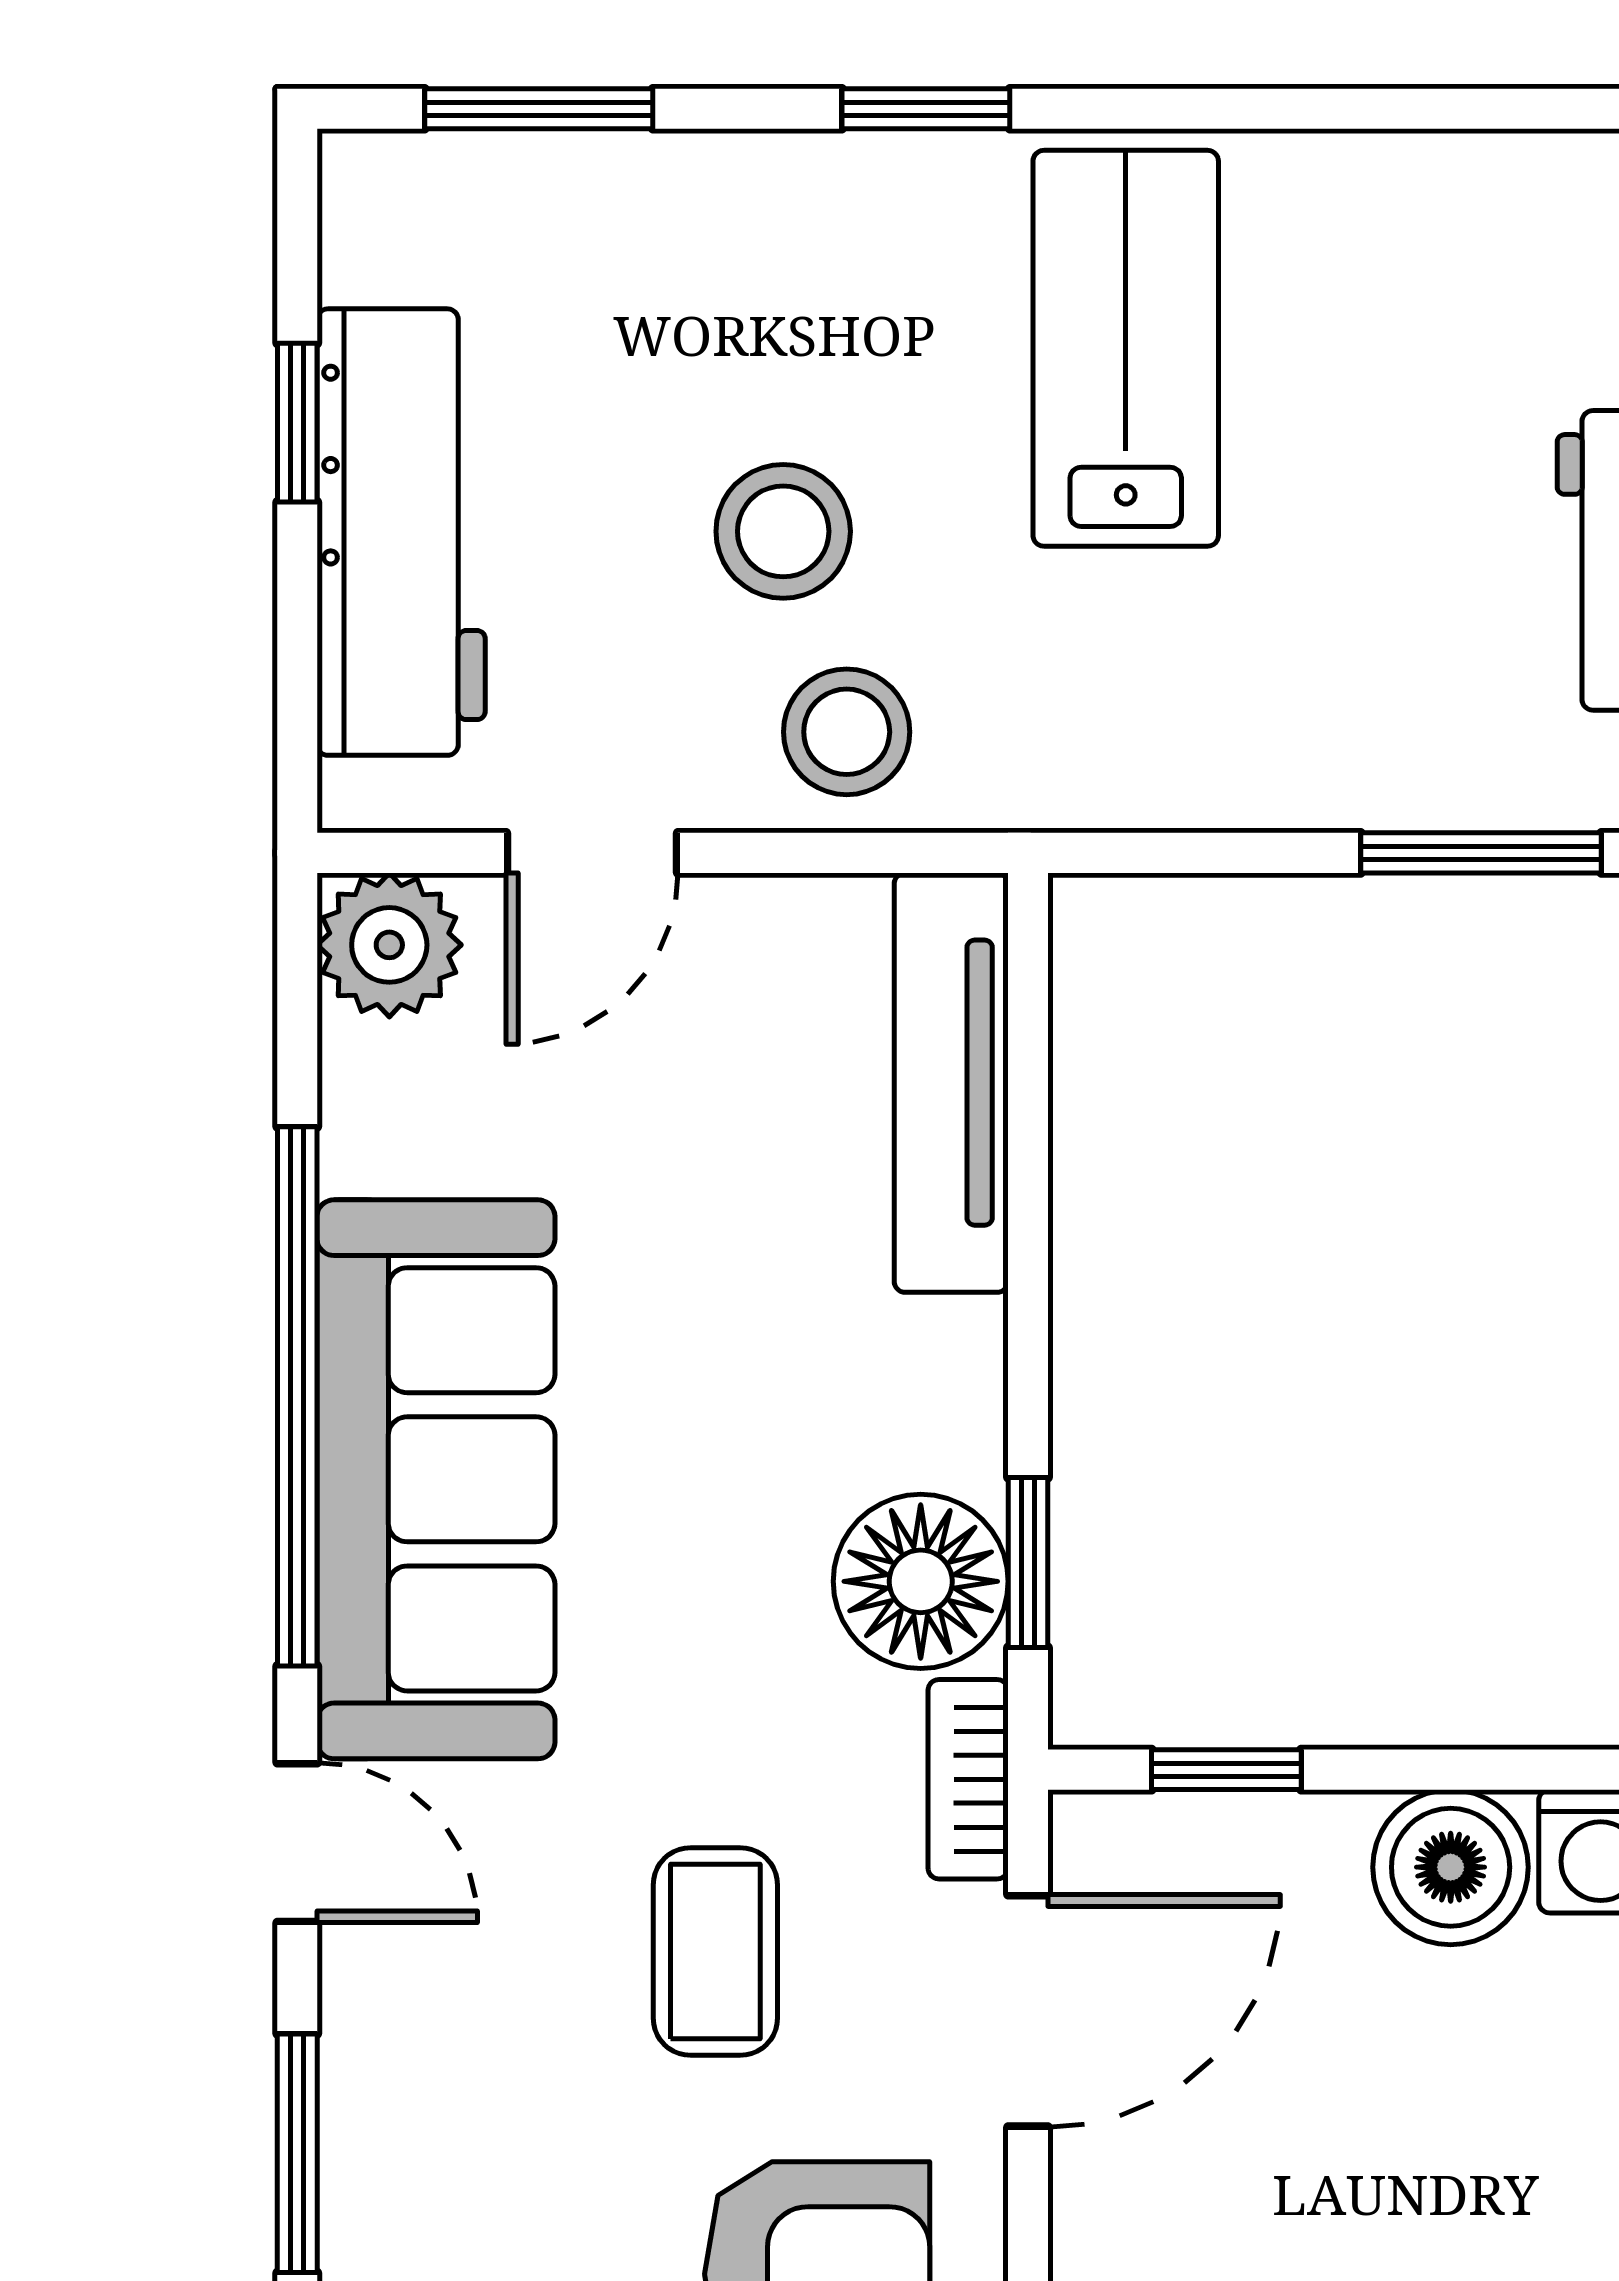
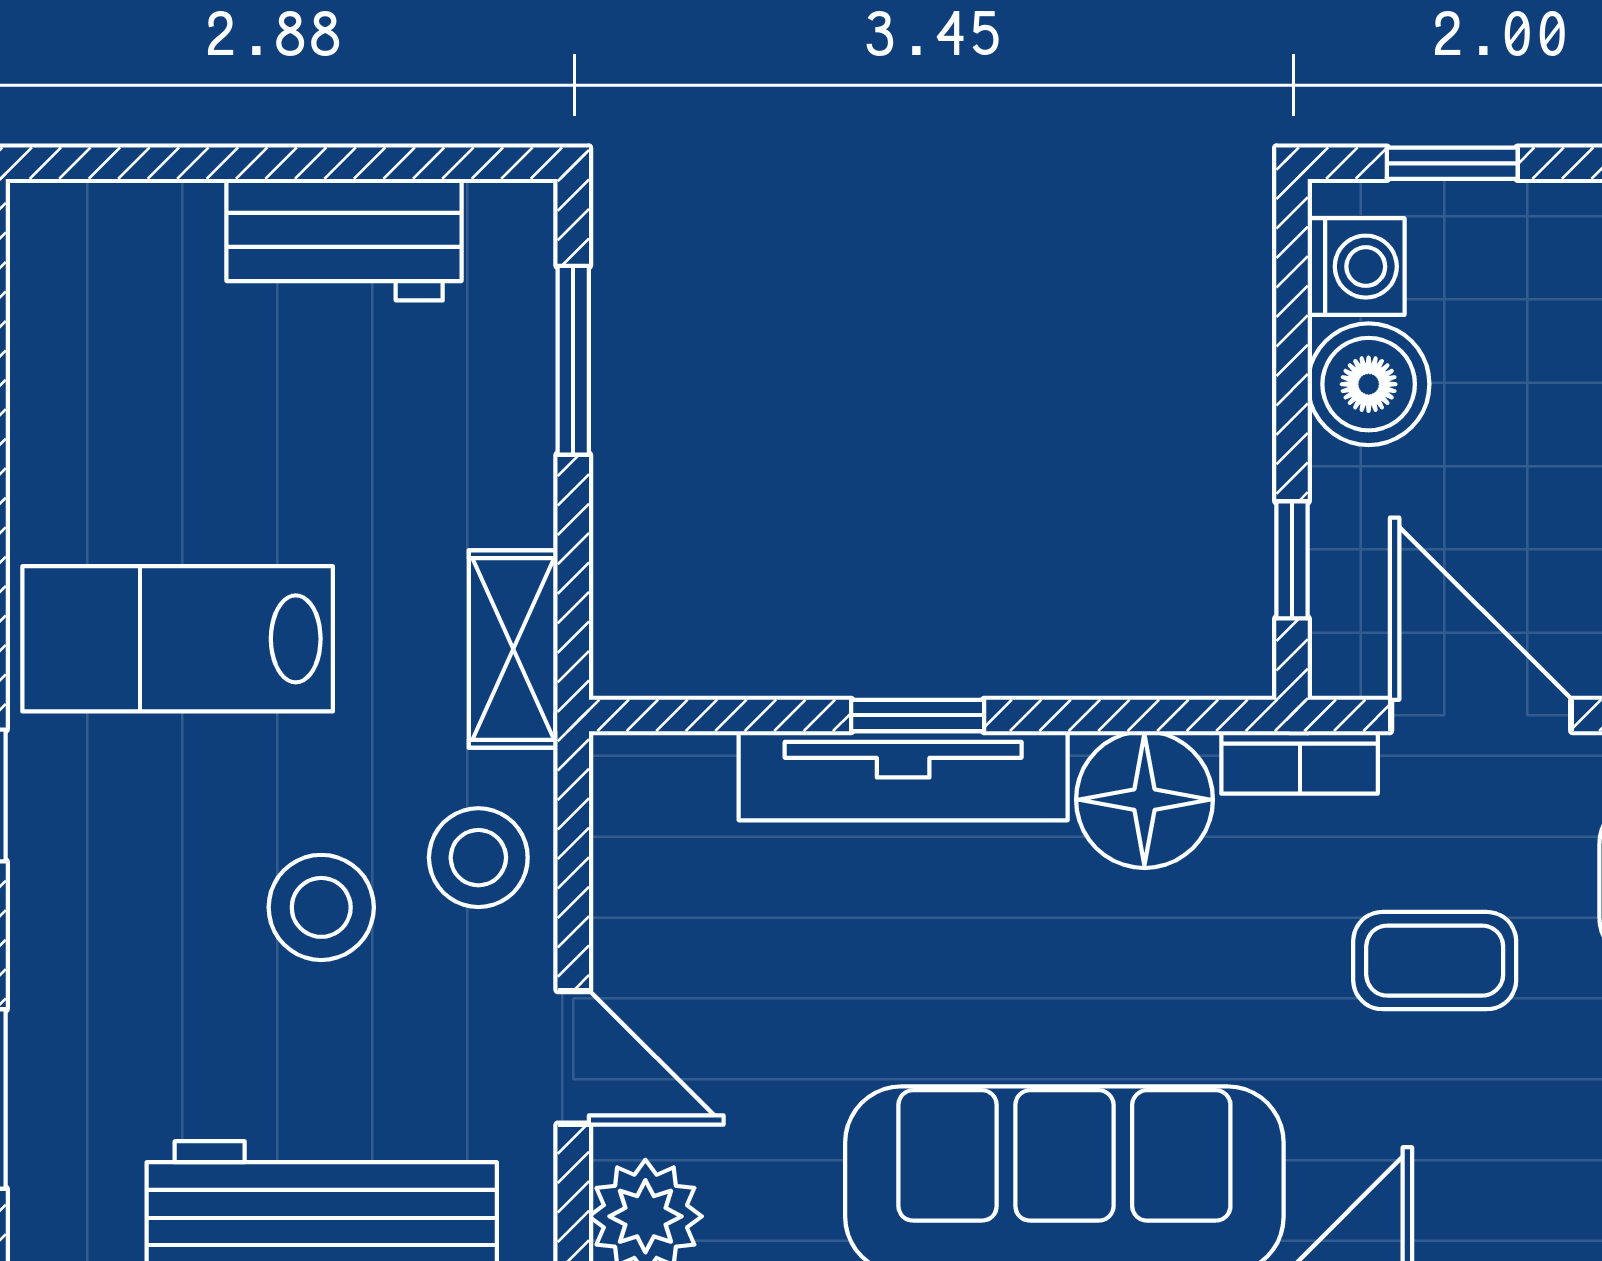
shelving: (1113, 776) -> (513, 649), added
tv unit: (951, 1083) -> (903, 776), moved
window: (1028, 1562) -> (918, 715), moved

